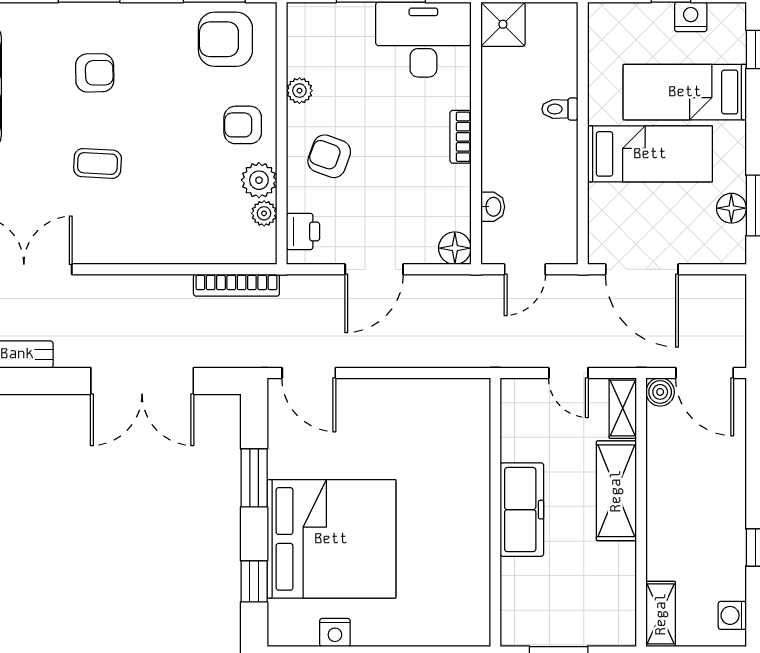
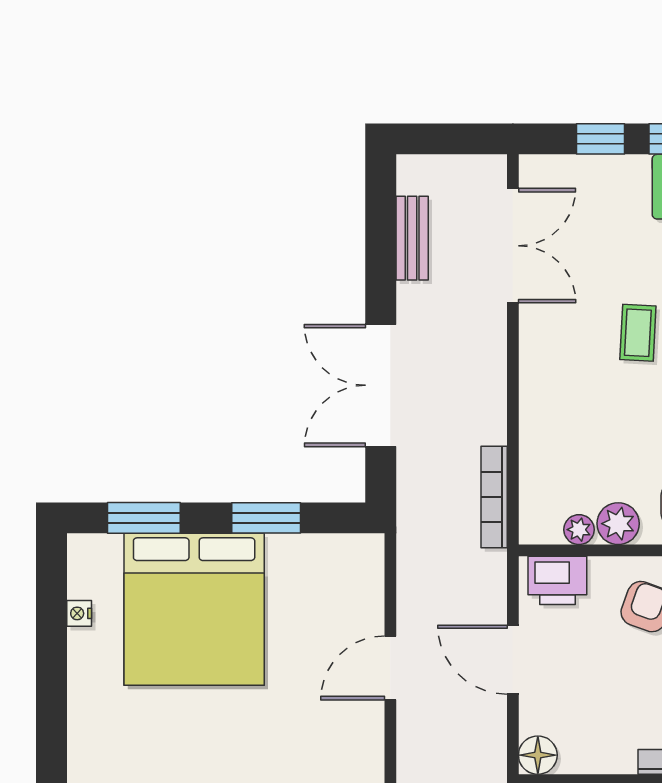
printer: (303, 232) -> (557, 580), width x1.36, depth x1.24
door: (309, 373) -> (390, 668), moved
window: (254, 581) -> (144, 518), width x1.50
nightstand: (335, 633) -> (79, 613), width x0.72, depth x0.74

